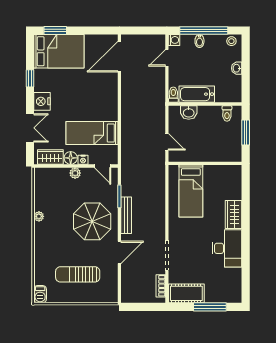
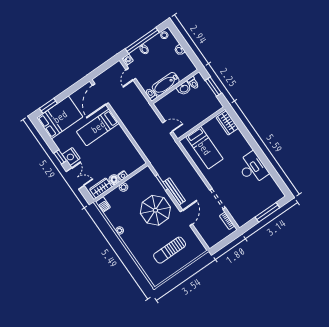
window: (30, 78) -> (60, 157), moved
washbasin: (189, 113) -> (184, 88), moved
bed: (92, 133) -> (98, 127), moved
door: (103, 166) -> (138, 171), removed
wardrobe: (234, 215) -> (227, 123), moved
cot: (186, 293) -> (247, 214), removed
barbecue: (40, 294) -> (103, 205), moved

